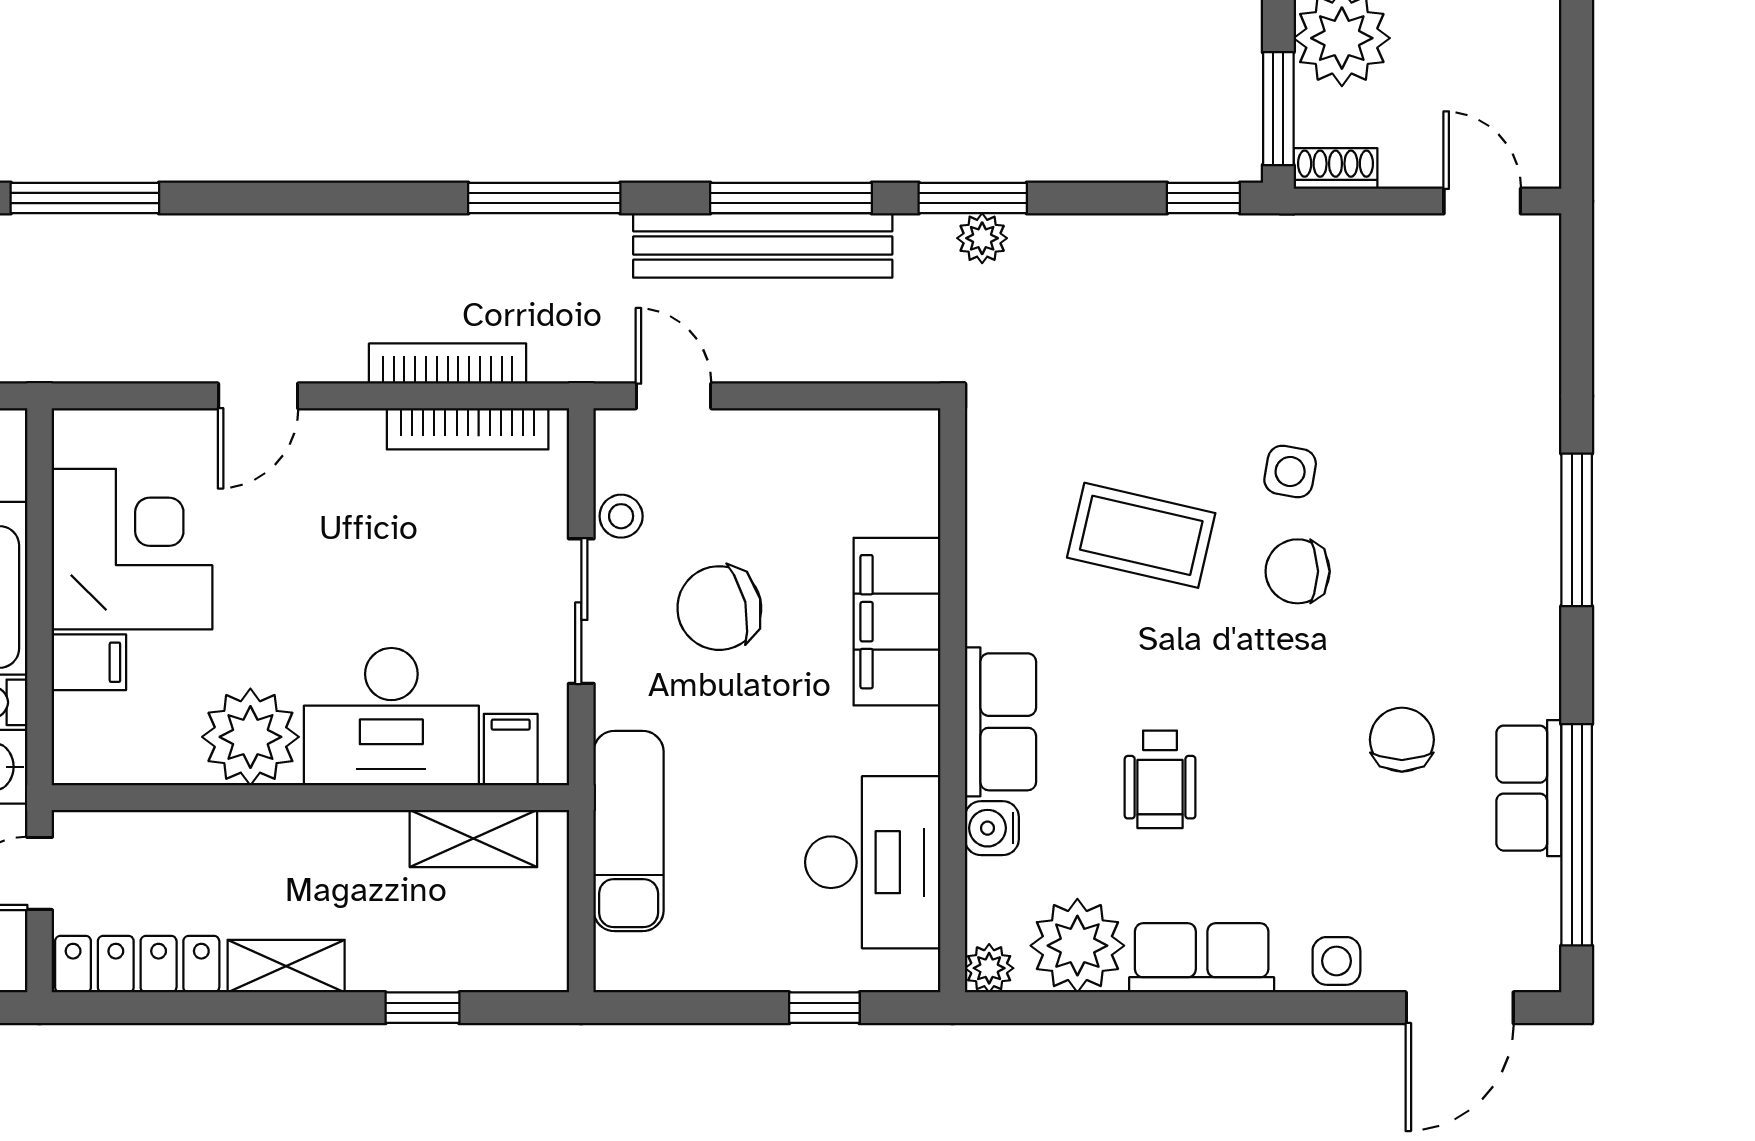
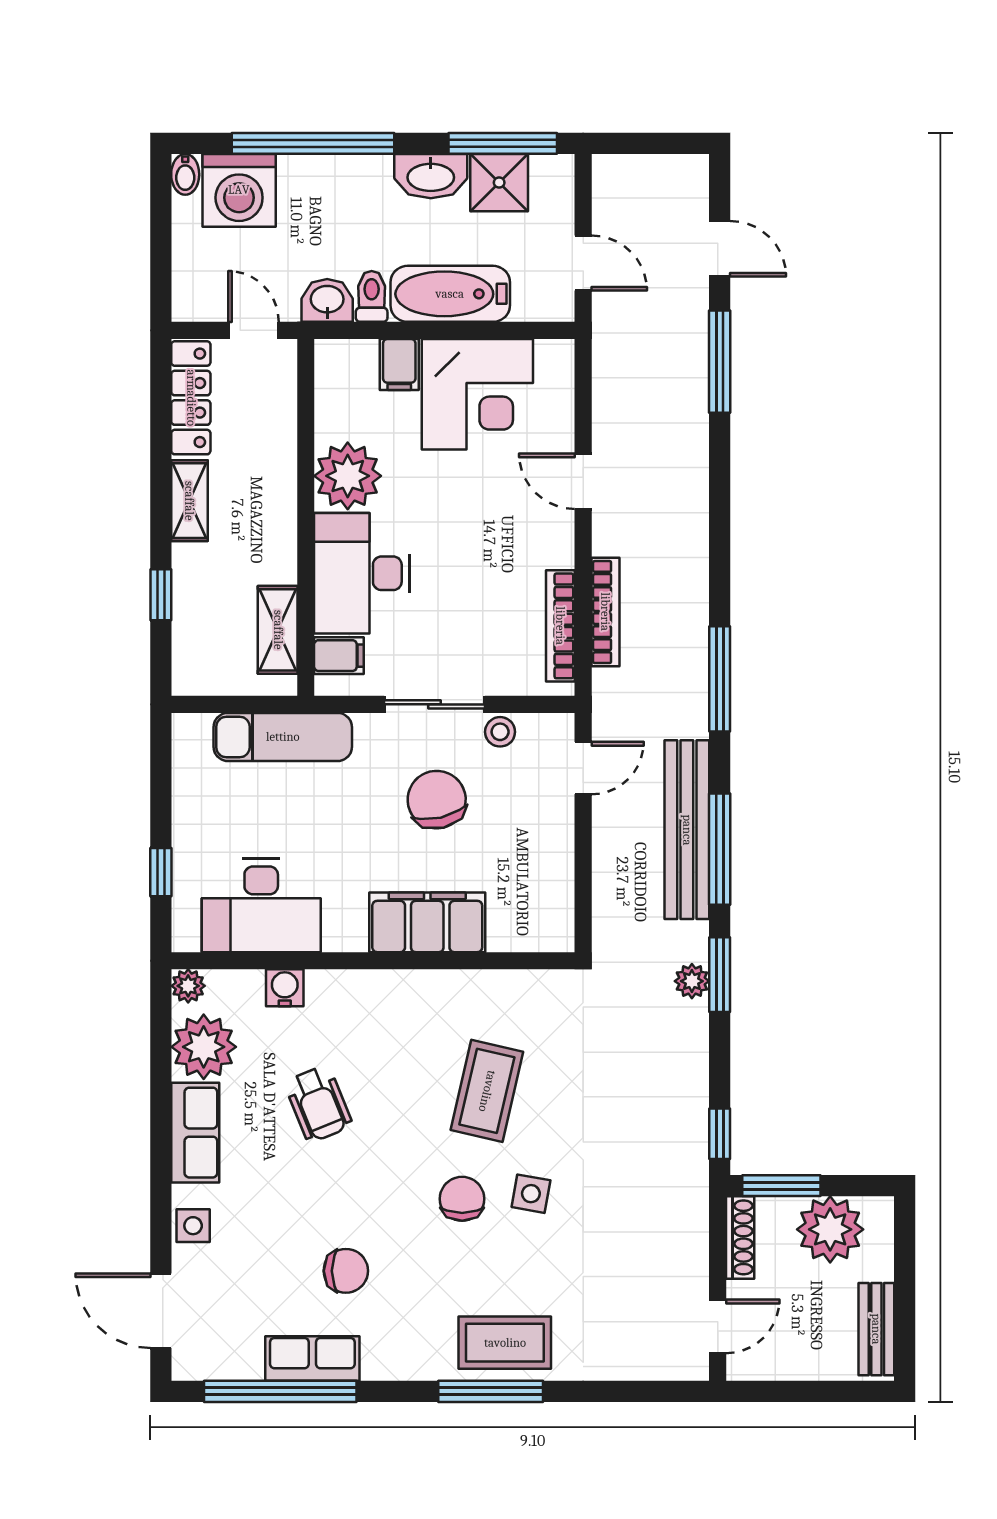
shoe rack: (1336, 169) -> (740, 1237), width x1.43
coffee table: (1506, 509) -> (505, 1343), added
row of seats: (1000, 722) -> (358, 994), removed
wheelchair: (1160, 779) -> (318, 1104), turned -112

